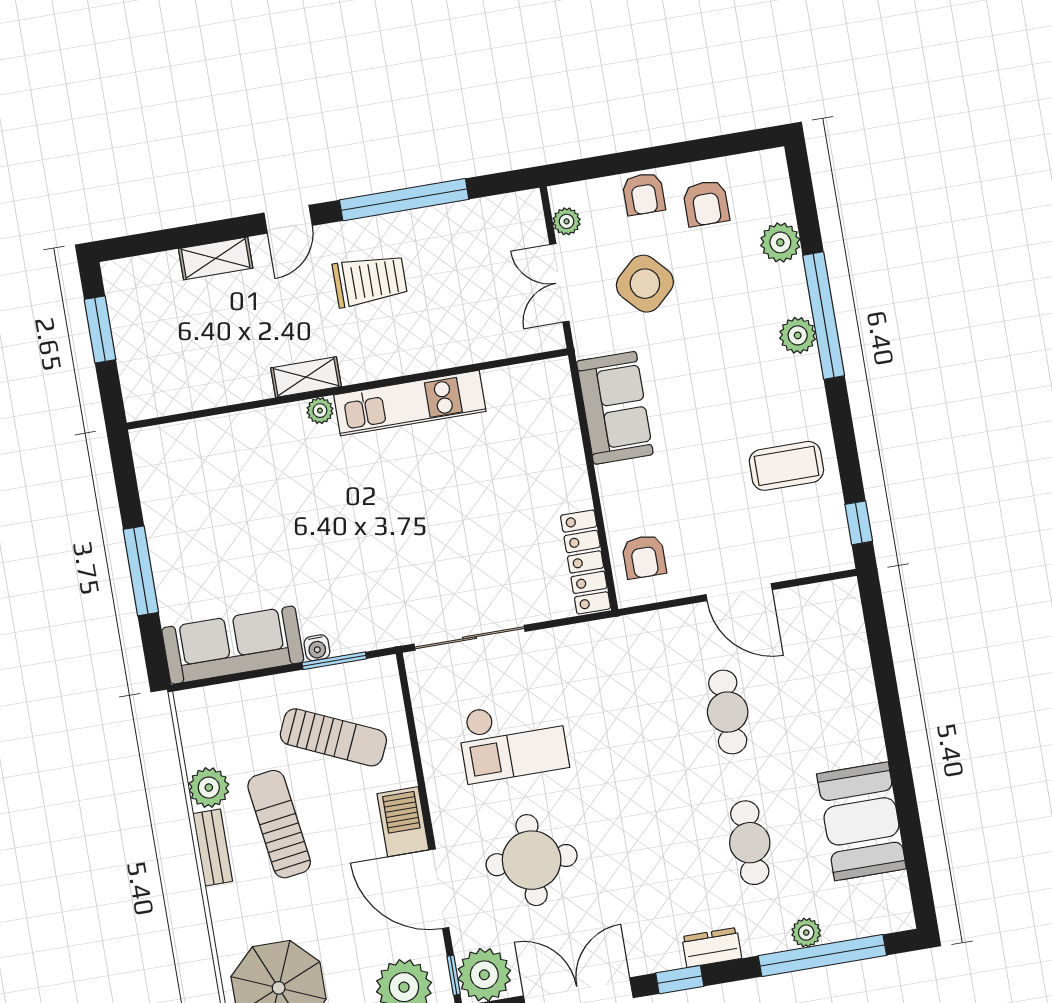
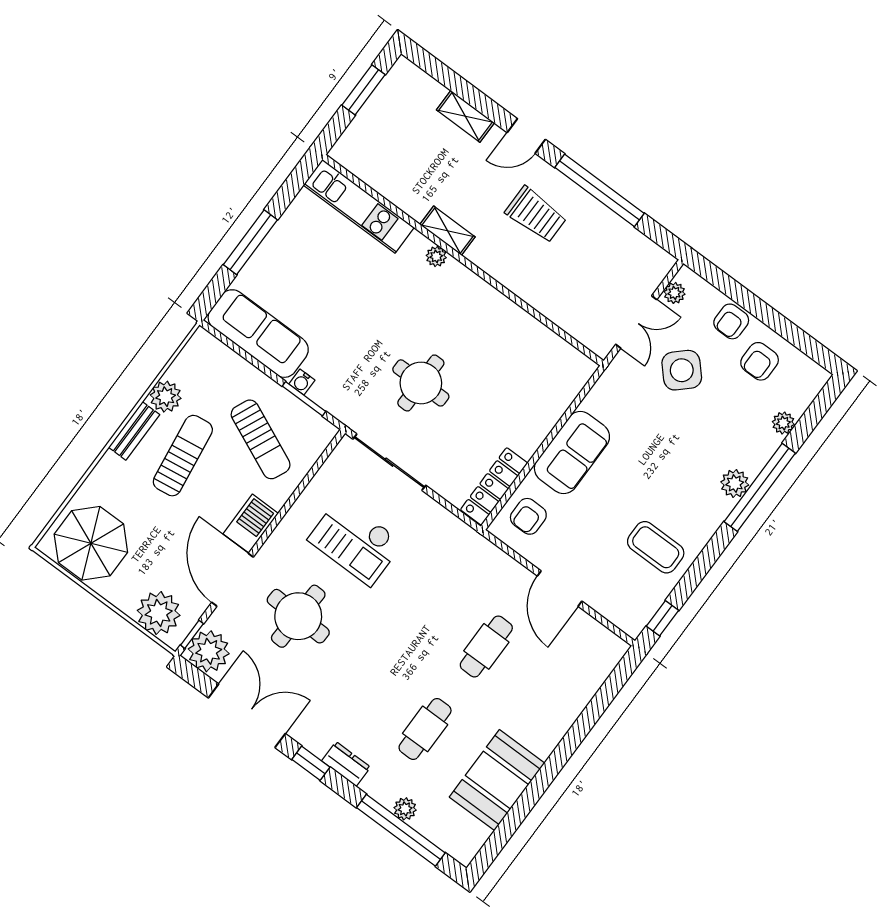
plant: (780, 242) -> (783, 423), width x0.73, depth x0.73
double door: (559, 283) -> (636, 322), swing flipped
kitchen unit: (410, 403) -> (359, 206), moved
sofa: (615, 408) -> (572, 453), moved
round table: (424, 538) -> (421, 383), added

